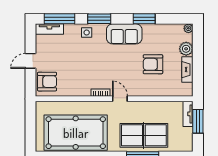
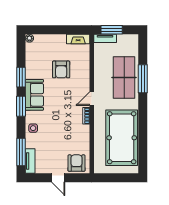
window: (99, 19) -> (21, 106), moved
plant: (186, 49) -> (48, 40), removed
fireplace: (187, 70) -> (78, 39), moved

